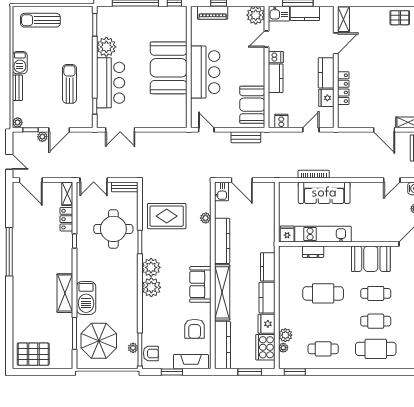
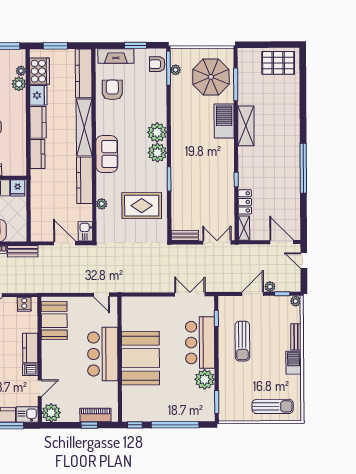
bench: (246, 137) -> (23, 251), moved
round table: (113, 229) -> (196, 192), removed
sofa: (200, 284) -> (107, 154), moved

